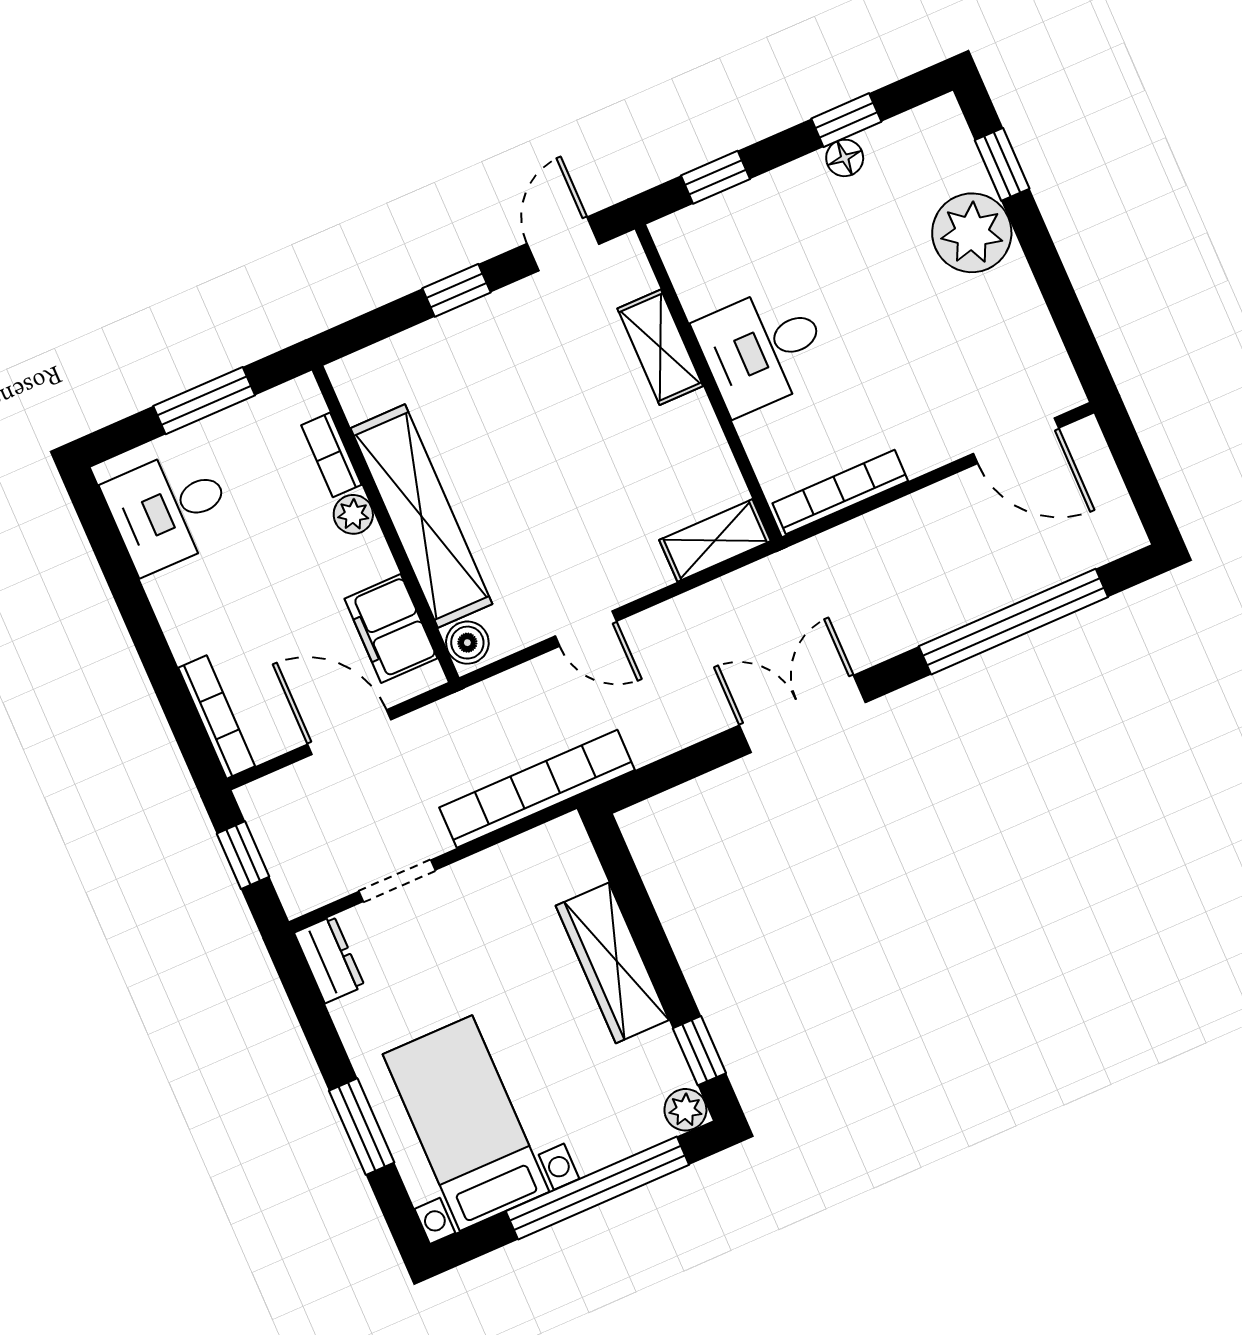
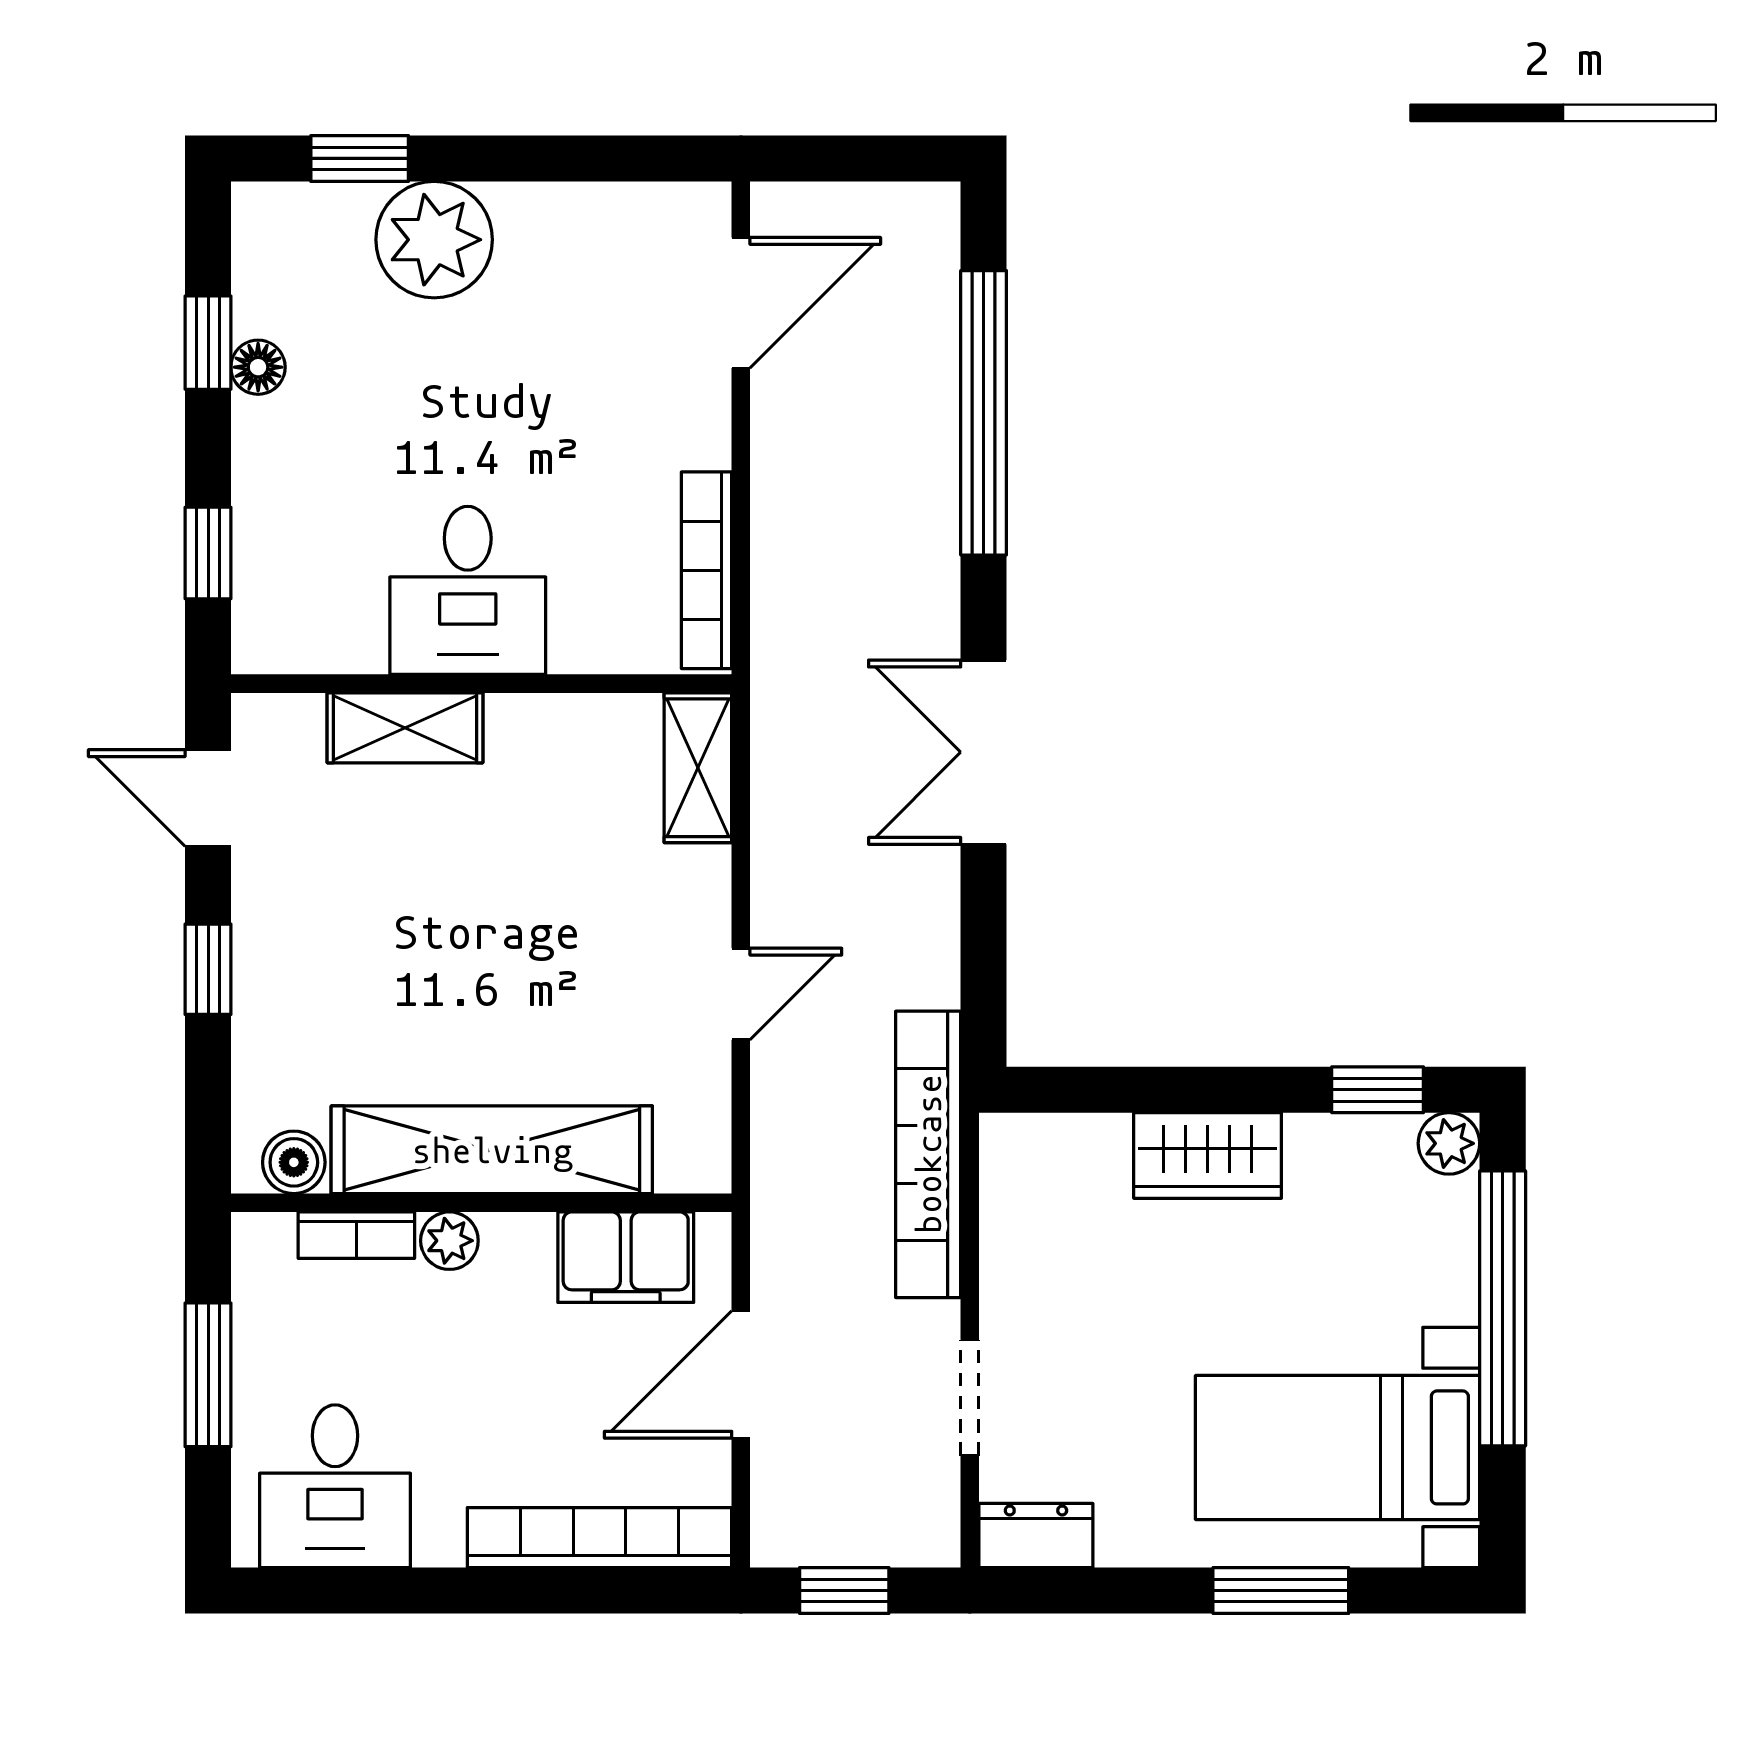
boiler: (467, 643) -> (294, 1162), moved
bookcase: (217, 717) -> (599, 1538), width x1.48, depth x1.31
wardrobe: (612, 963) -> (1208, 1155), width x0.67

